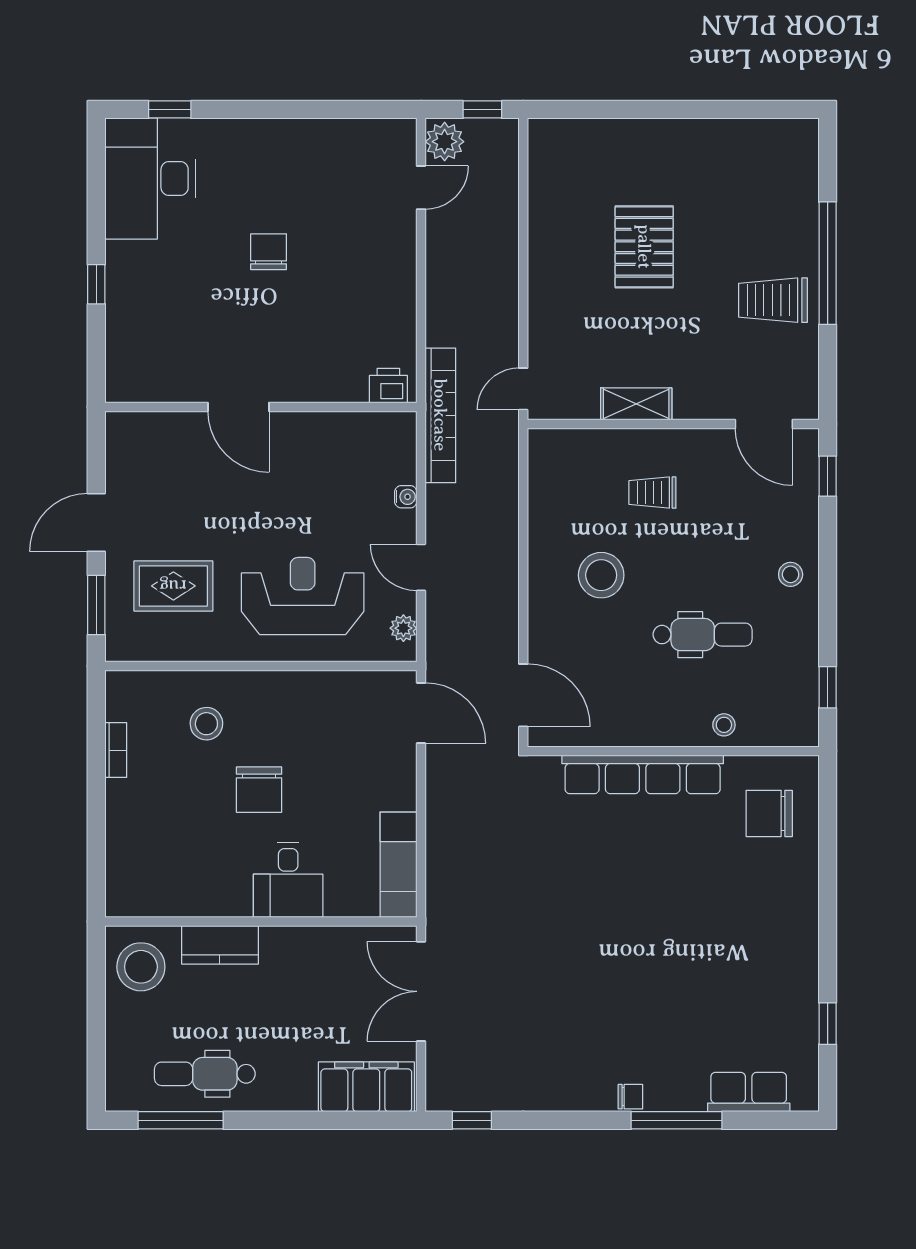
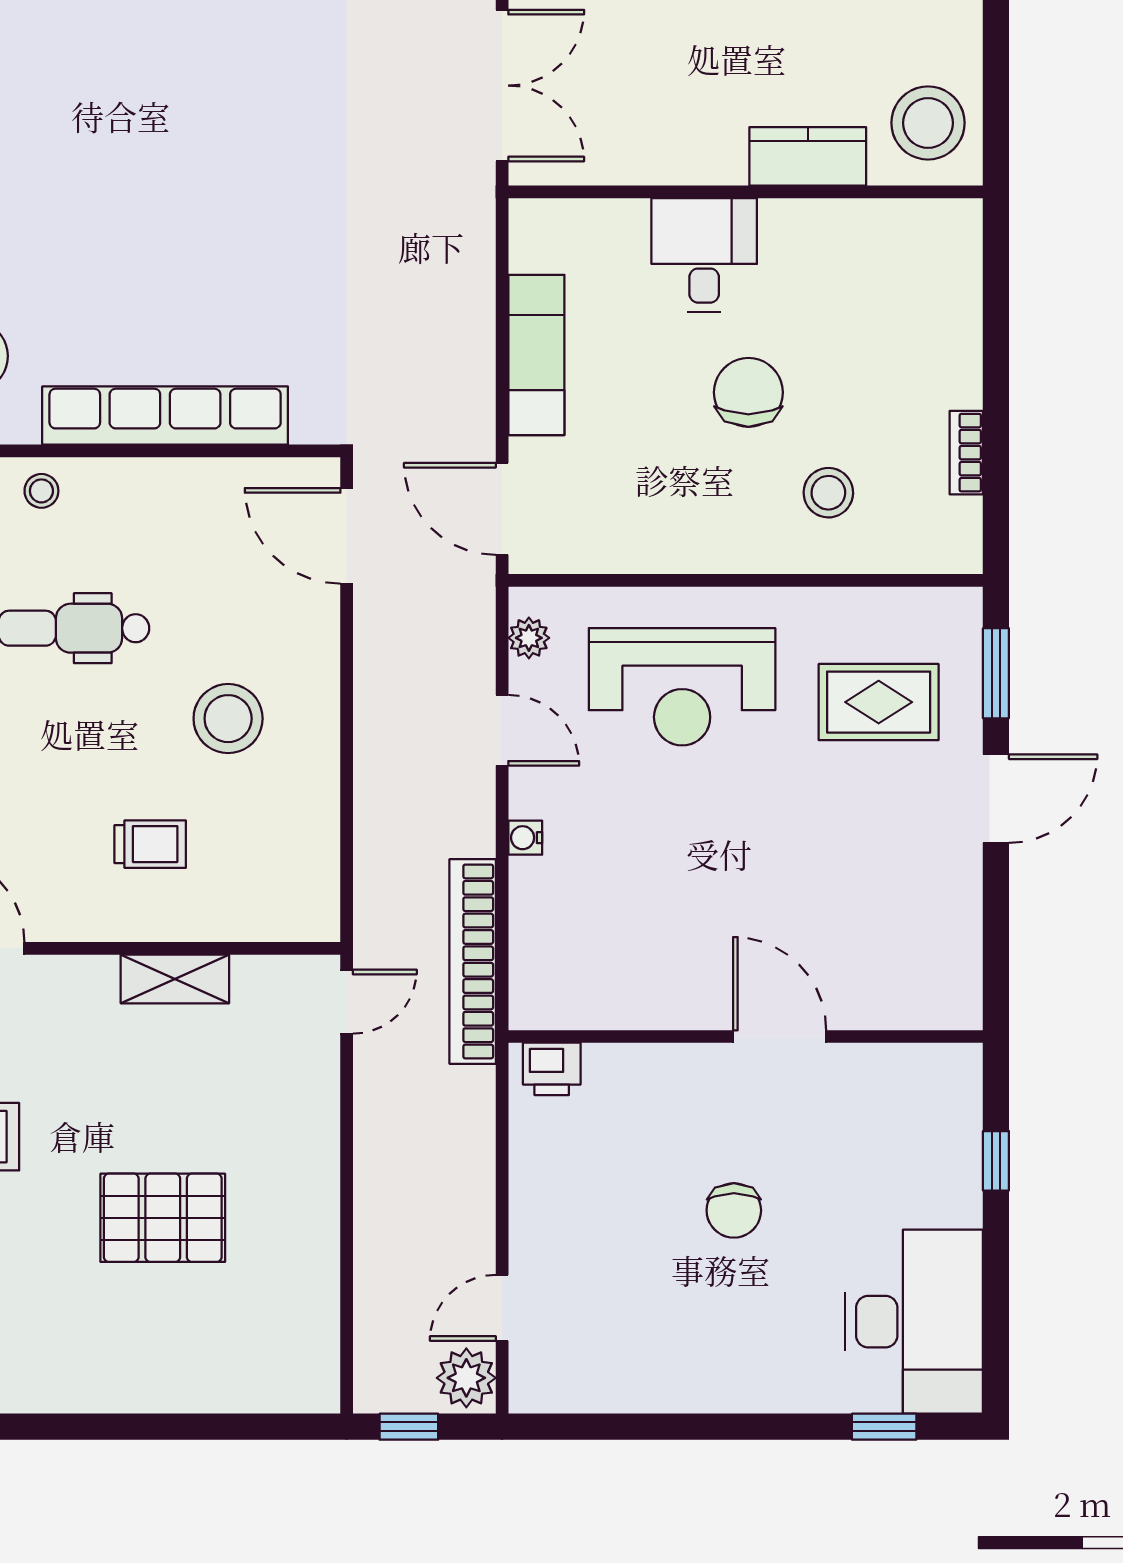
pallet: (644, 247) -> (163, 1218), turned 90
printer: (388, 386) -> (552, 1069), moved
door: (238, 407) -> (780, 1036), moved
wall: (261, 407) -> (746, 1036), moved
exam couch: (398, 865) -> (536, 355), moved

